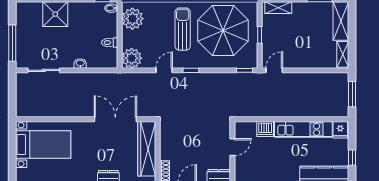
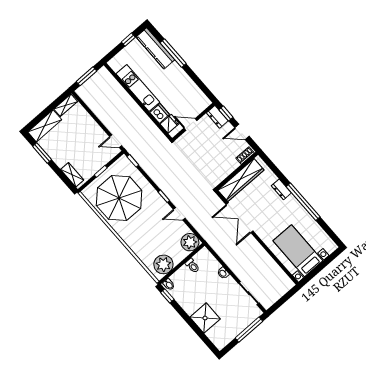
sun lounger: (183, 29) -> (141, 225), removed
fridge: (340, 130) -> (170, 124), moved

